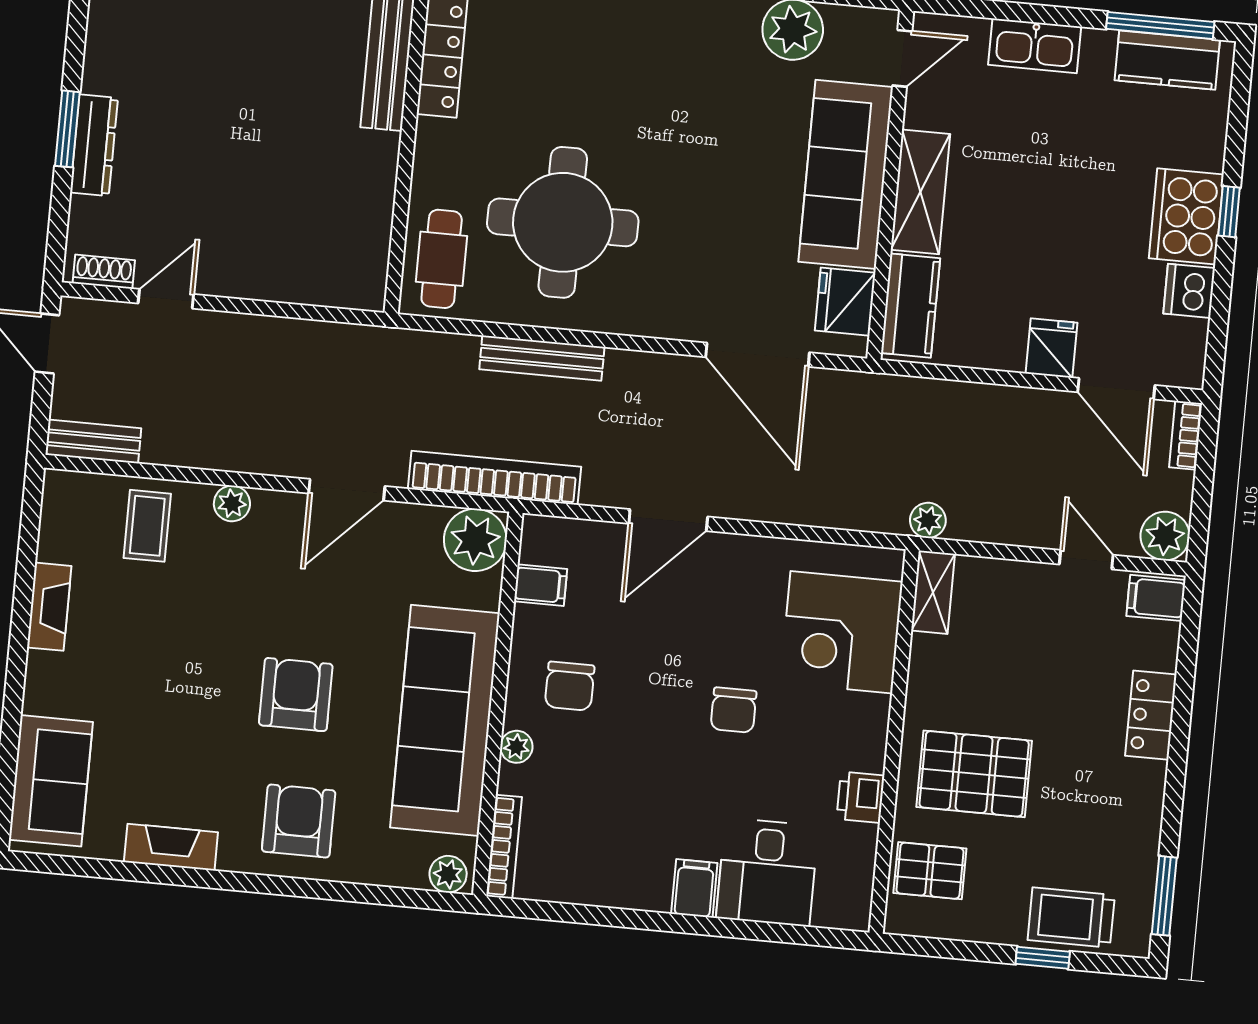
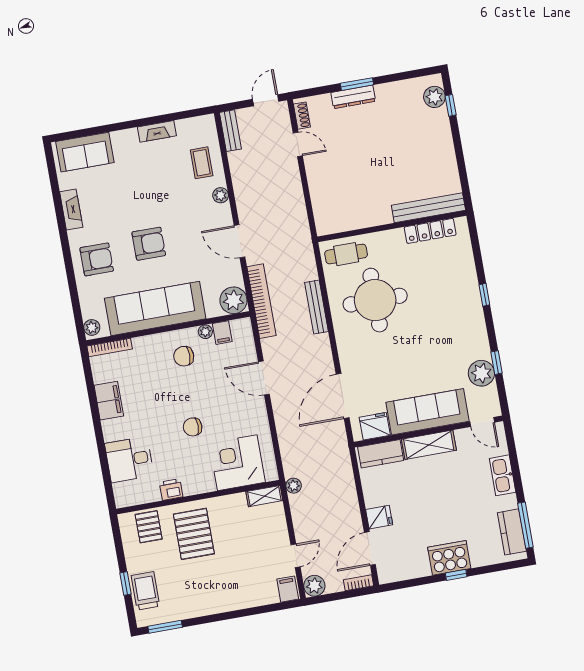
dishwasher: (1189, 291) -> (419, 568), removed
coffee table: (147, 526) -> (202, 163), turned 90
locker: (1151, 715) -> (238, 600), removed
plant: (516, 747) -> (205, 332), moved
filing cabinet: (694, 888) -> (109, 401), moved, width x2.00

